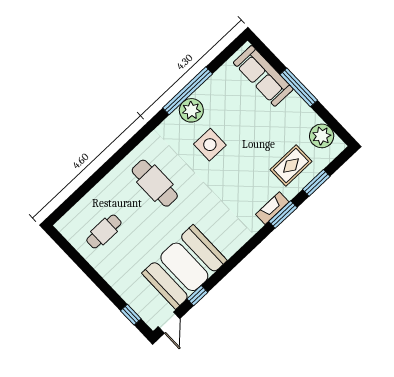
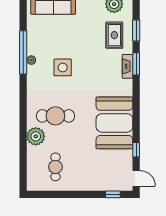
plant: (191, 110) -> (31, 60), width x0.53, depth x0.53
plant: (116, 183) -> (36, 136), added
booth: (184, 267) -> (114, 123), moved

